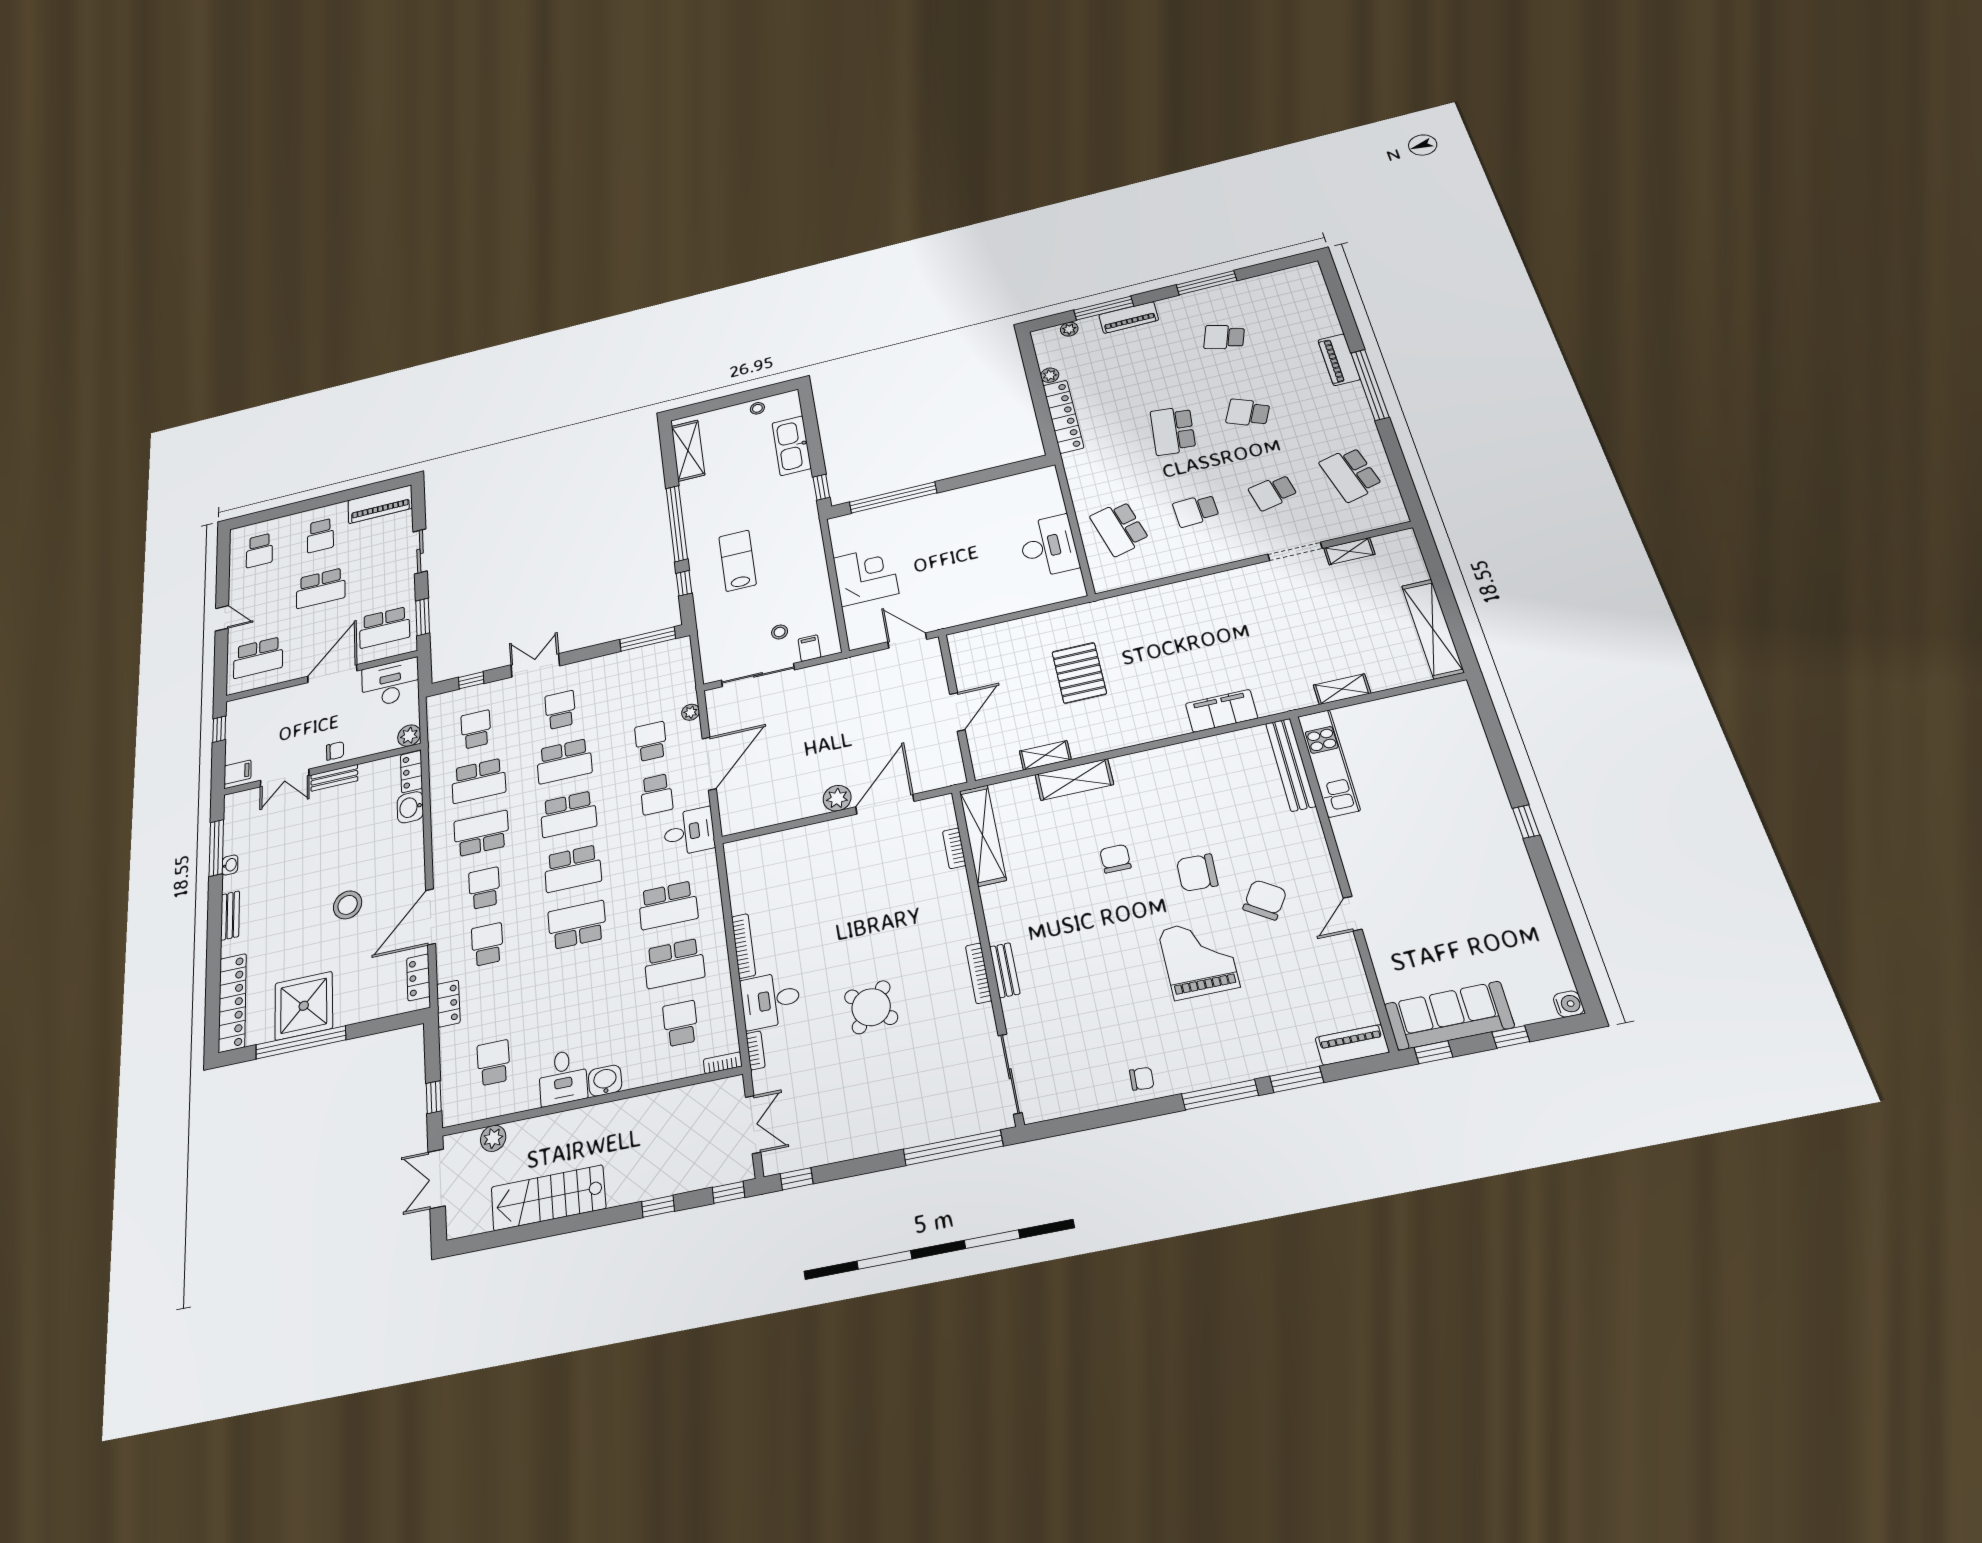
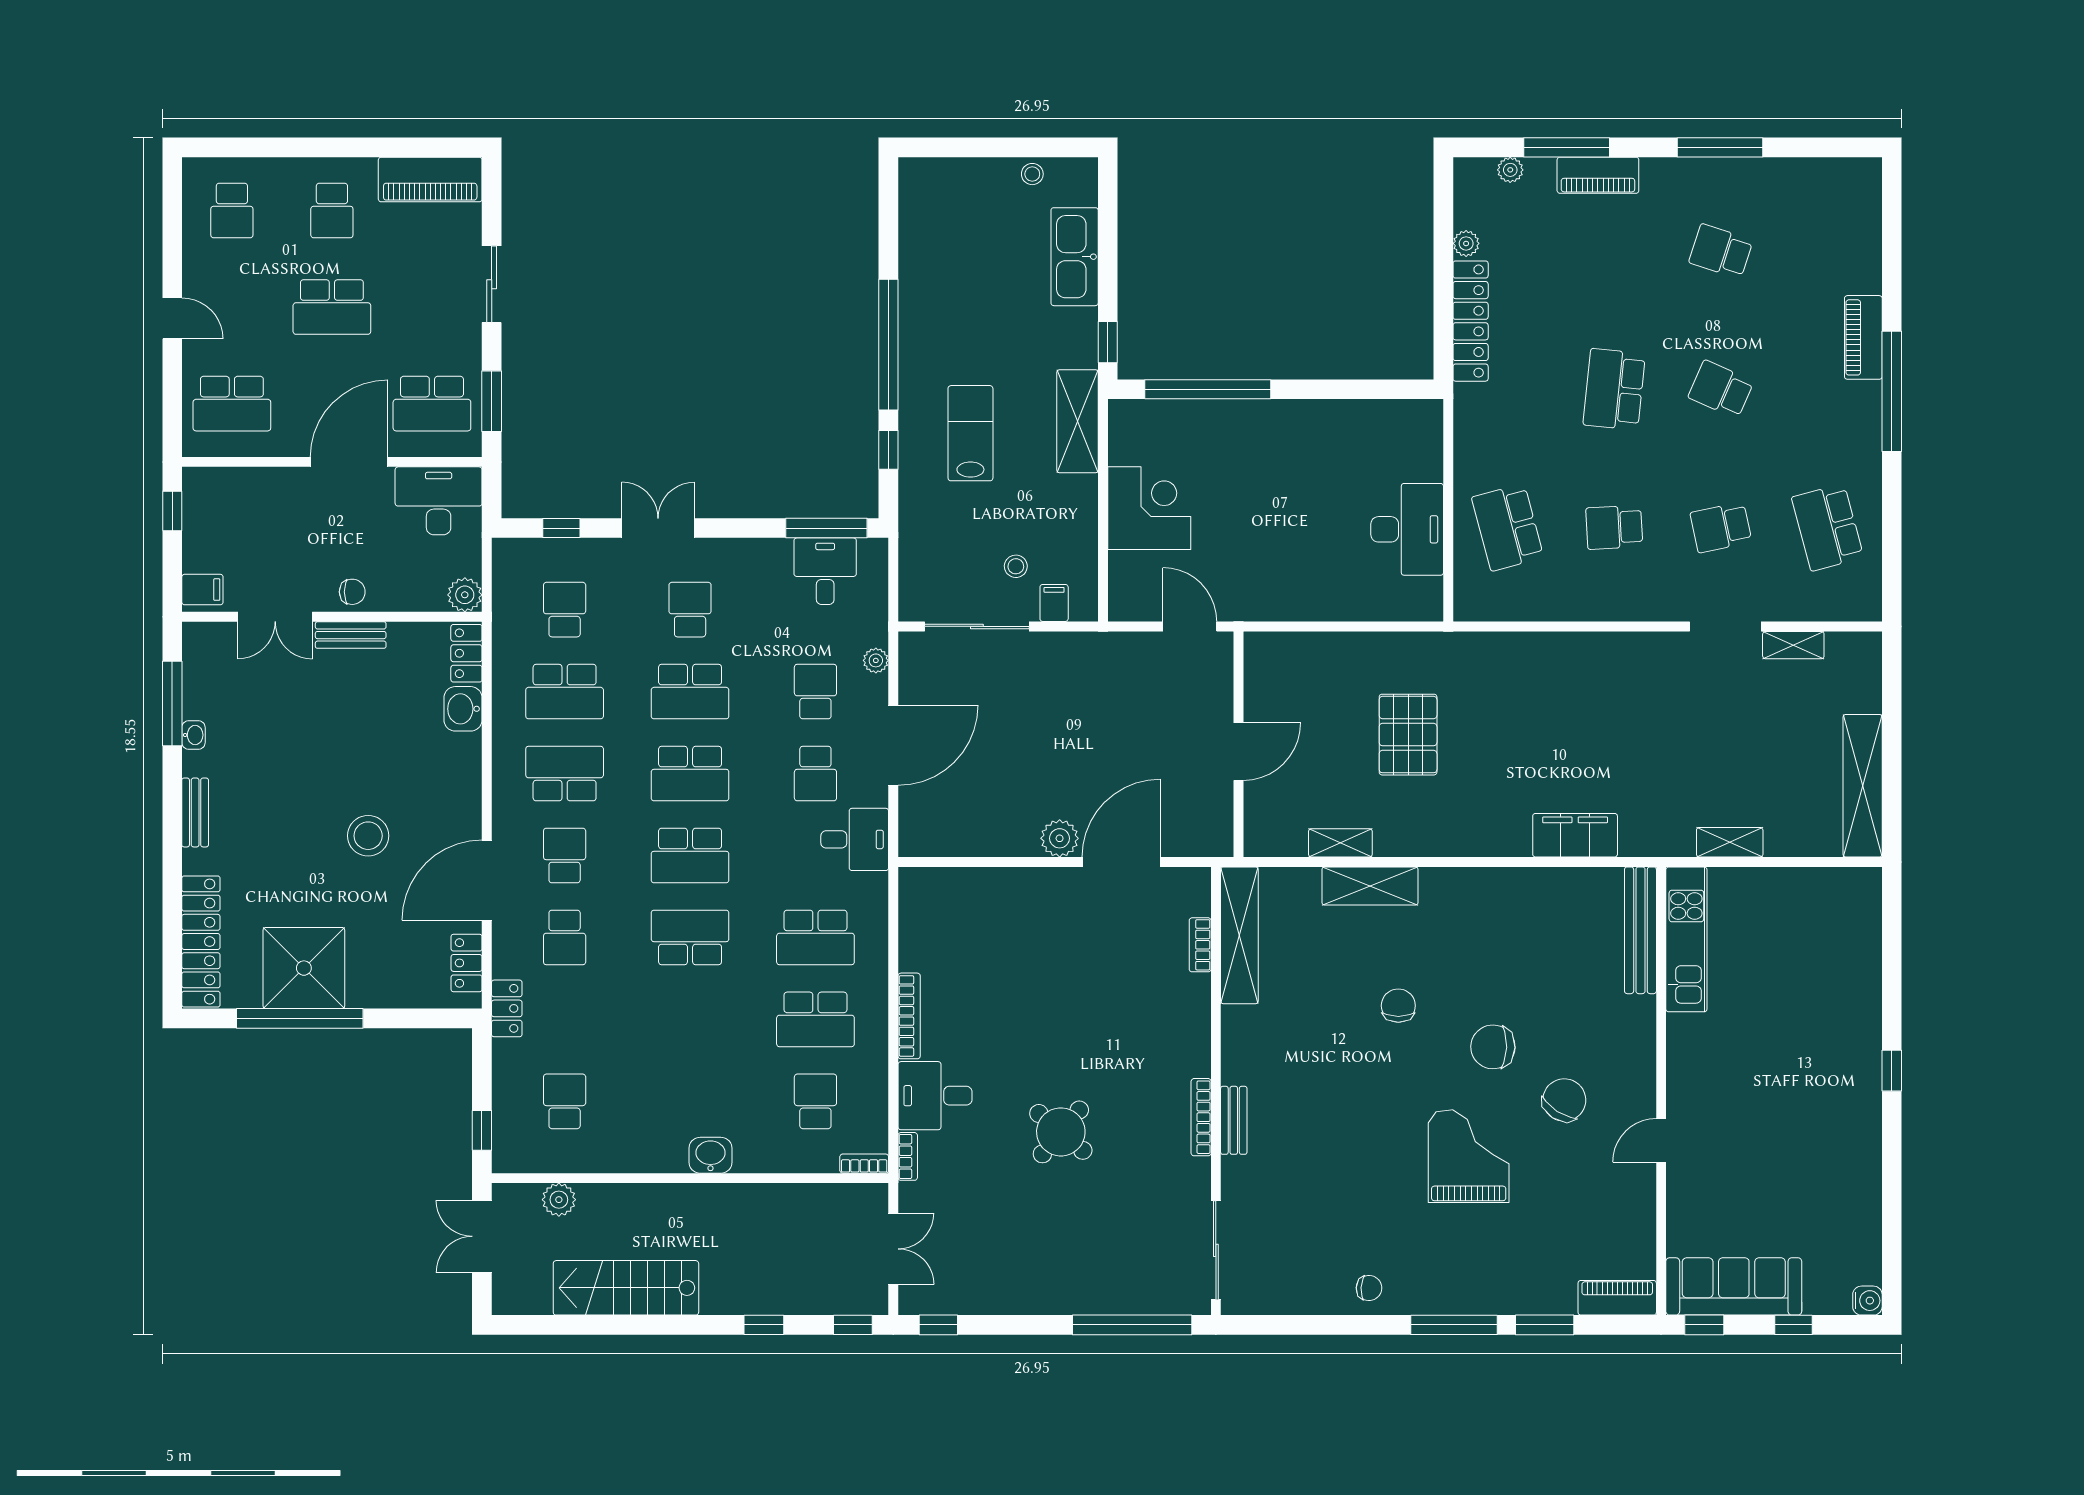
shelving: (688, 451) -> (1077, 421), moved
school desk: (487, 944) -> (565, 937), turned 180
desk: (563, 1077) -> (825, 571), moved, turned 180

